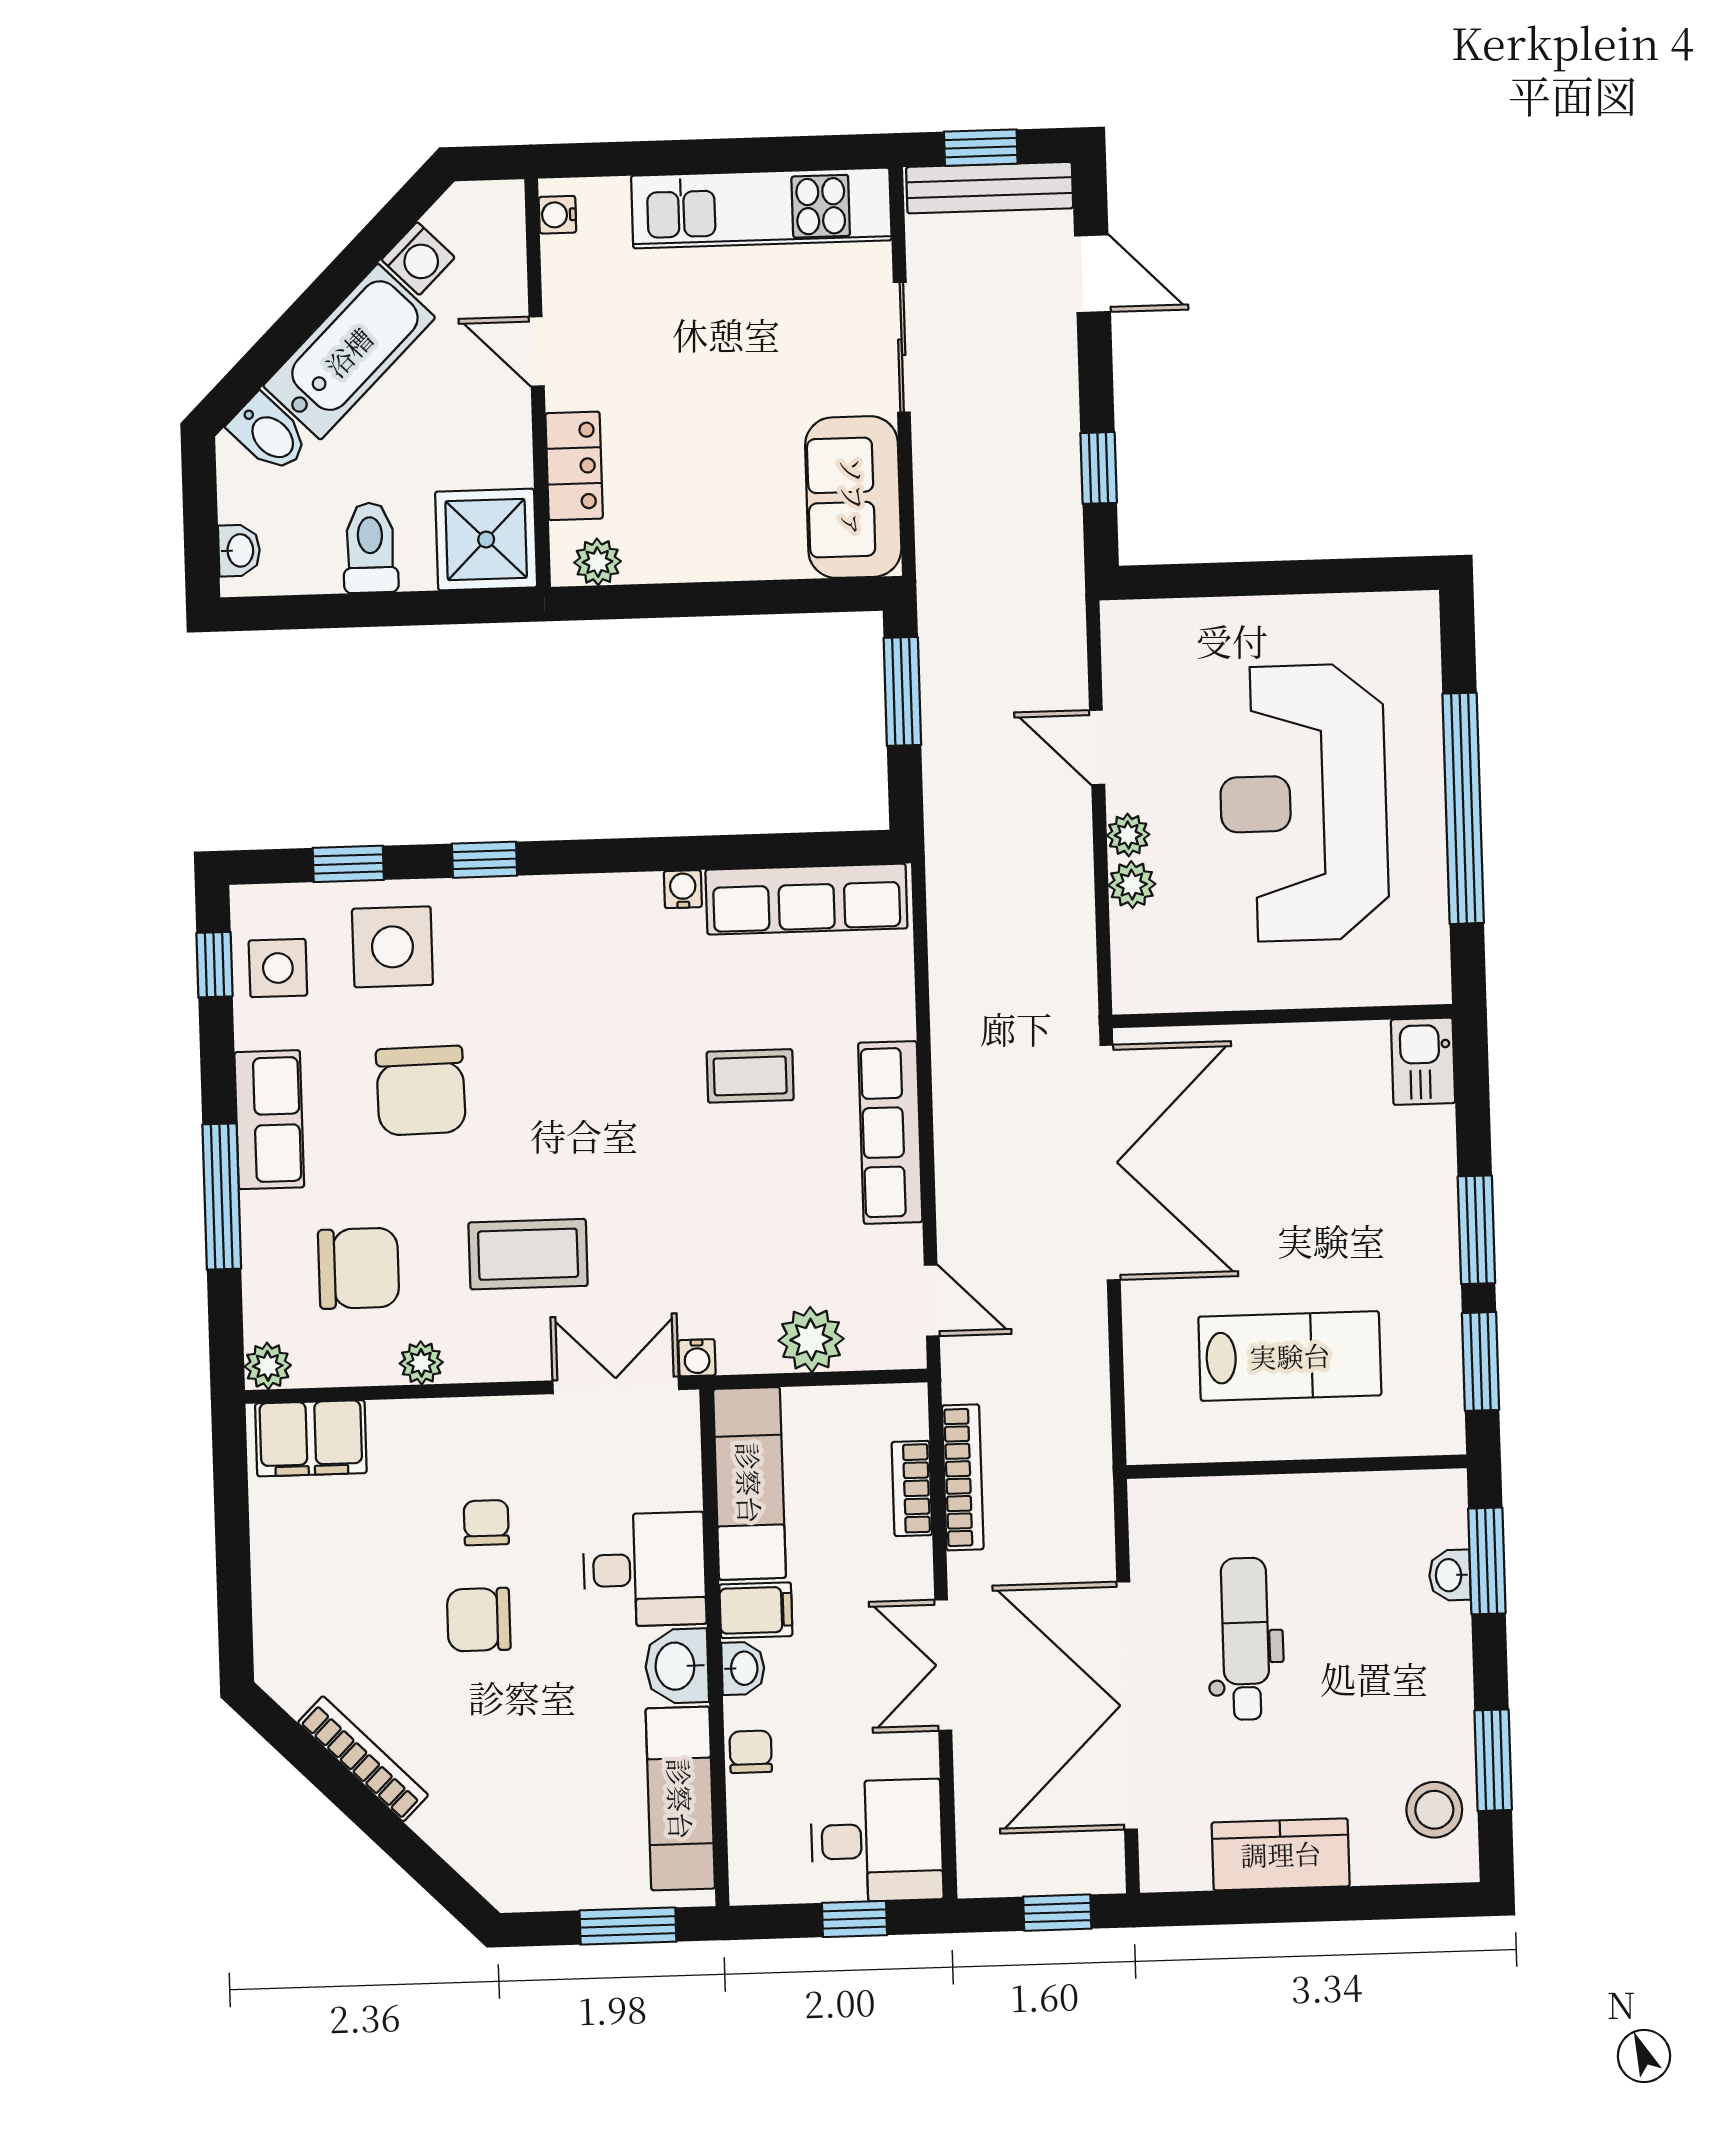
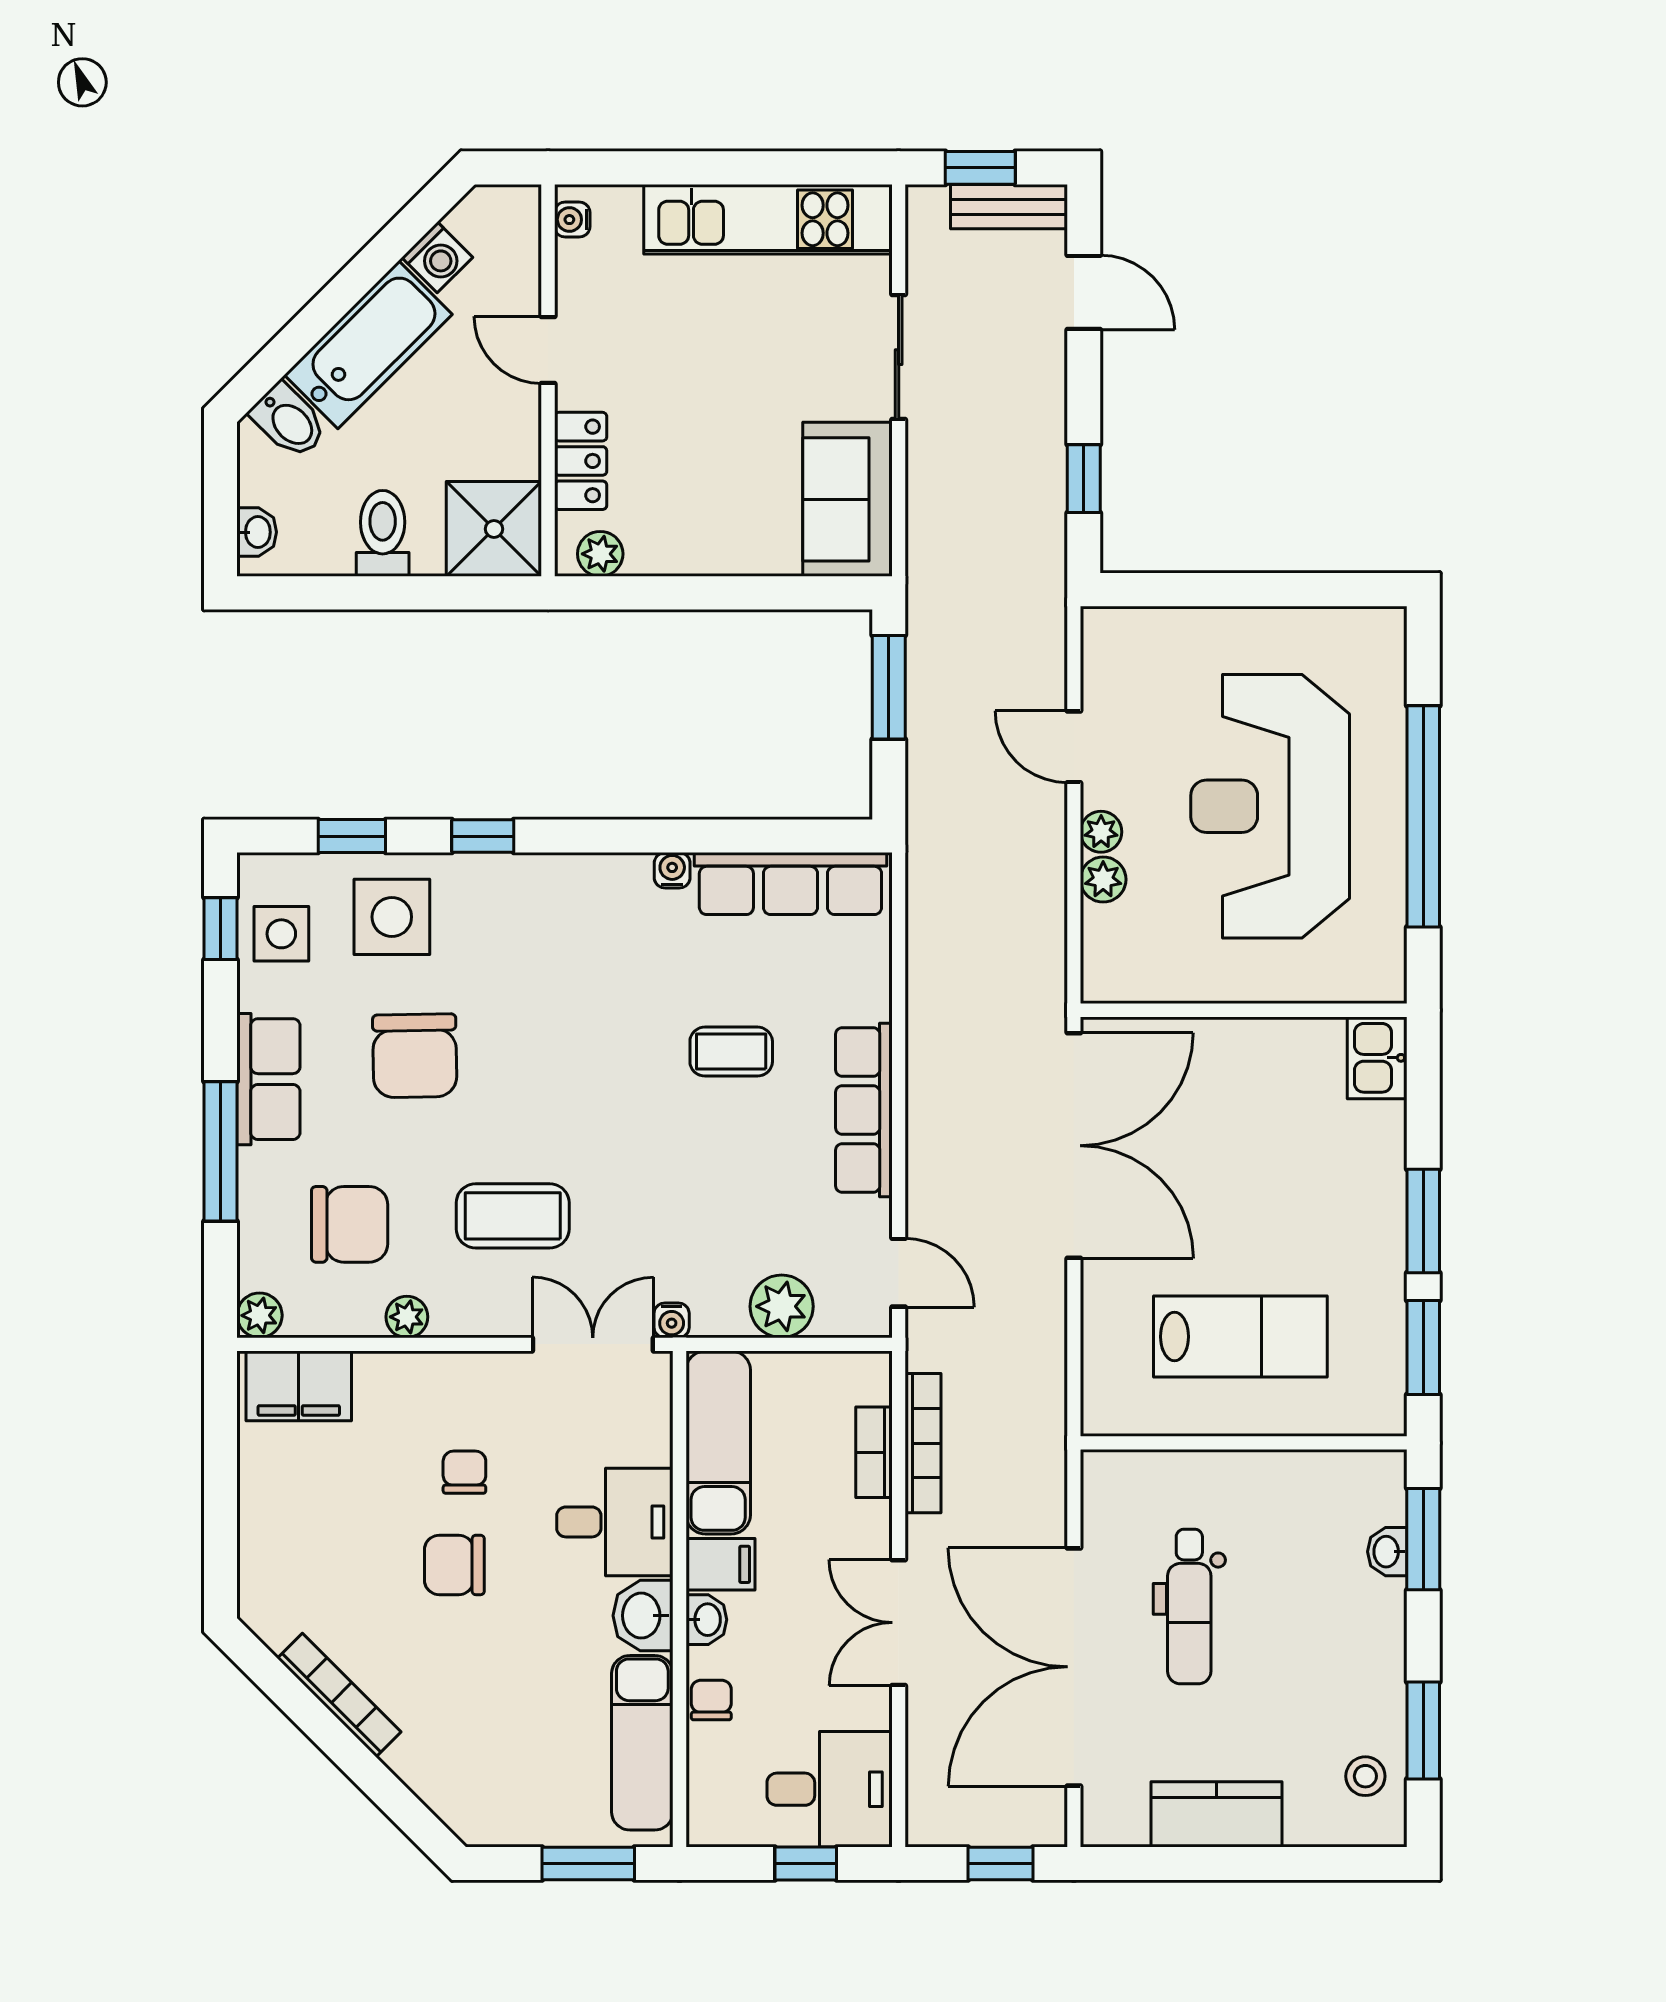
bench: (990, 188) -> (1009, 207), width x0.73
dental chair: (1245, 1639) -> (1189, 1607), turned 180
stool: (1434, 1810) -> (1365, 1776), width x0.73, depth x0.73

